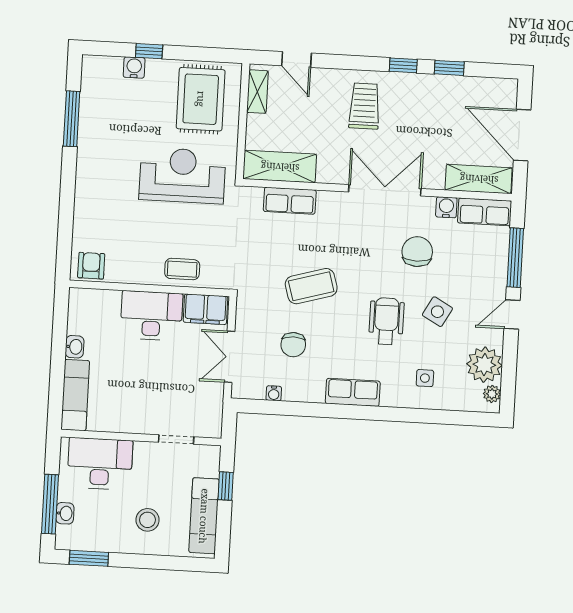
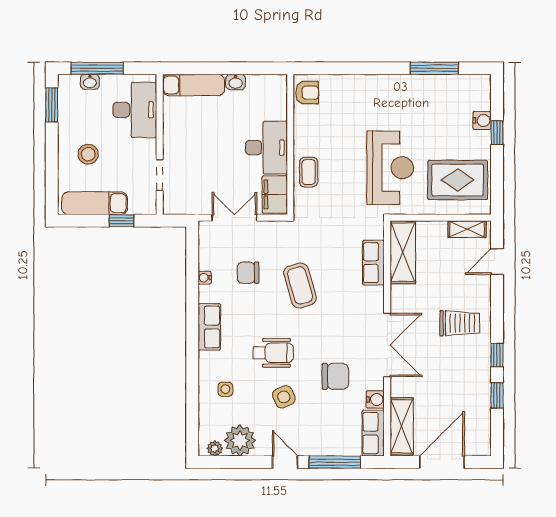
side table: (437, 312) -> (284, 397), turned 37
water cooler: (274, 393) -> (205, 278), moved

